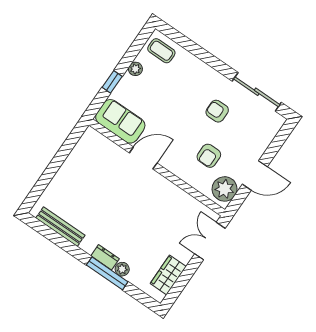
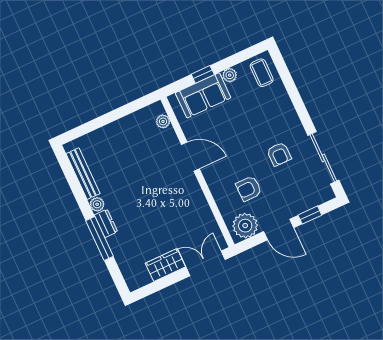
armchair: (217, 111) -> (279, 154), turned 180
sofa: (120, 121) -> (203, 95), moved, turned 90
plant: (102, 142) -> (163, 121), added
window: (274, 147) -> (310, 215), added
plant: (122, 269) -> (97, 204), moved
wardrobe: (168, 275) -> (165, 265), moved

